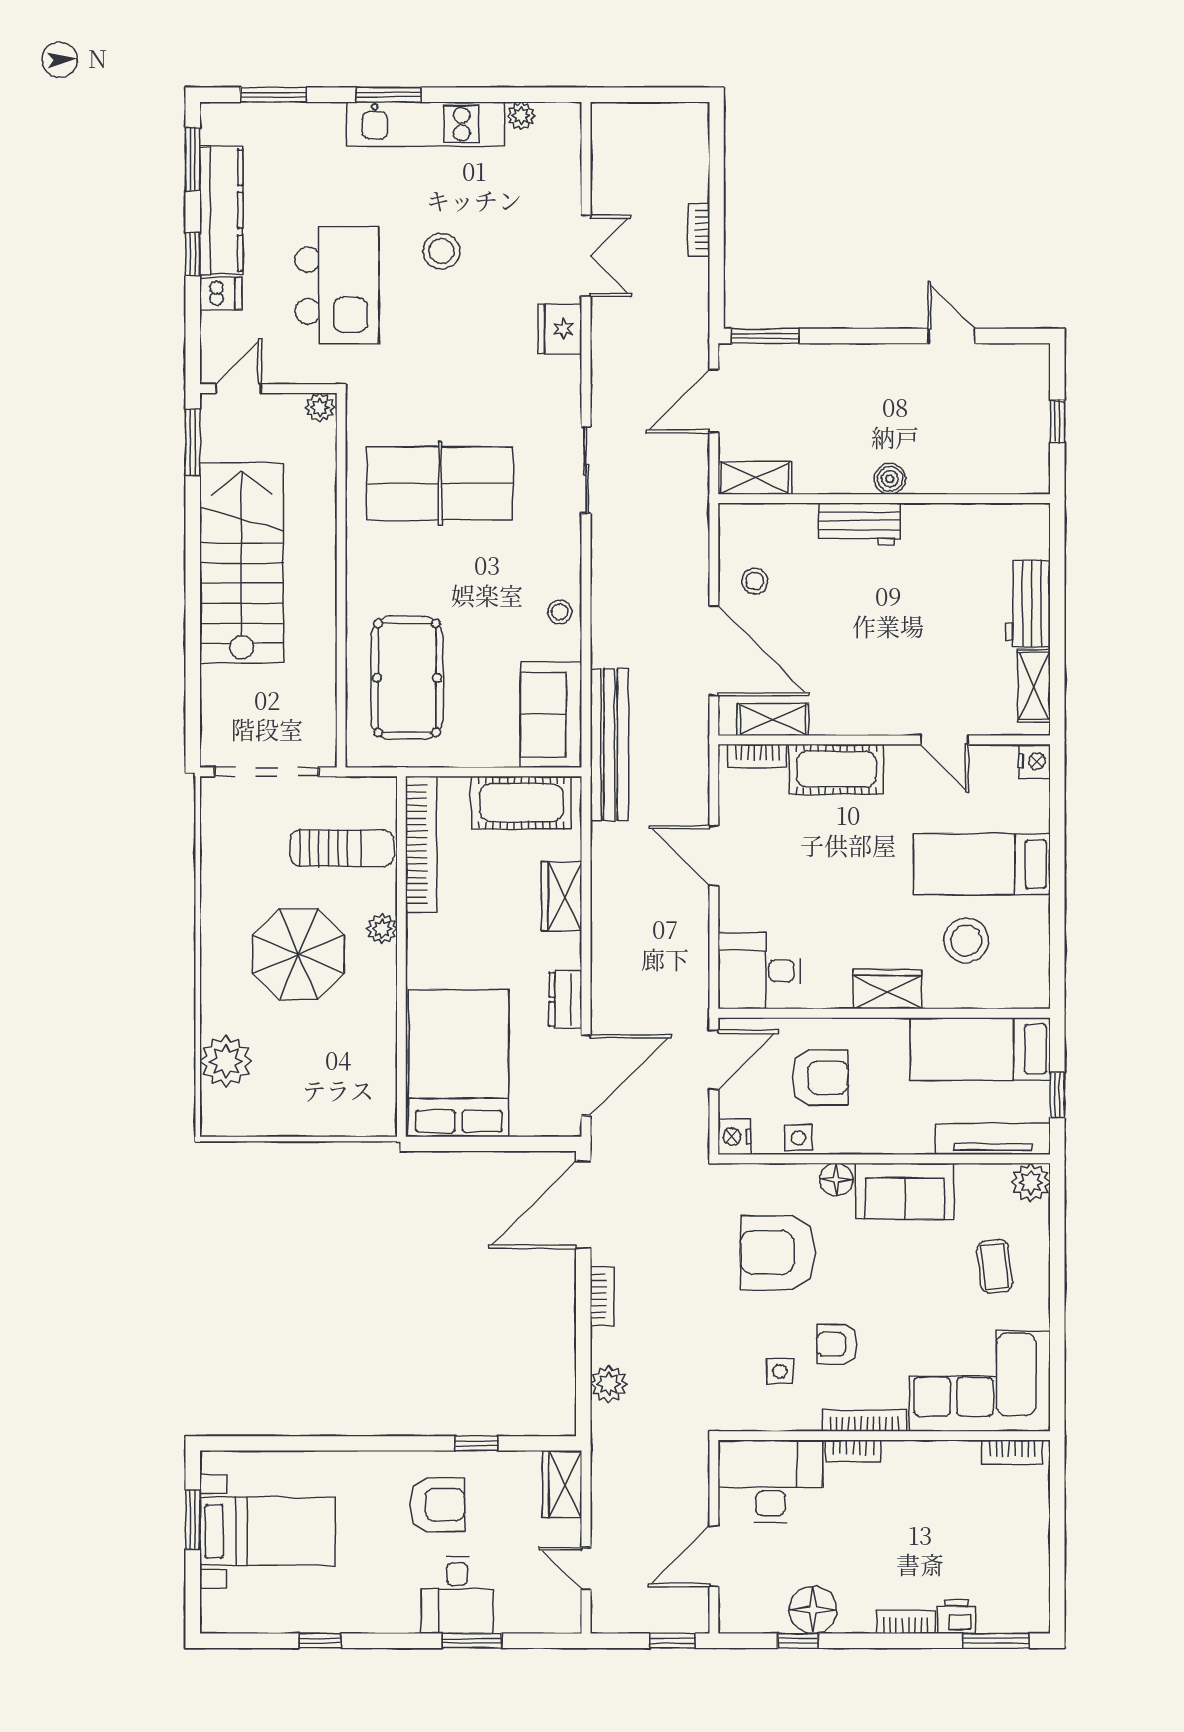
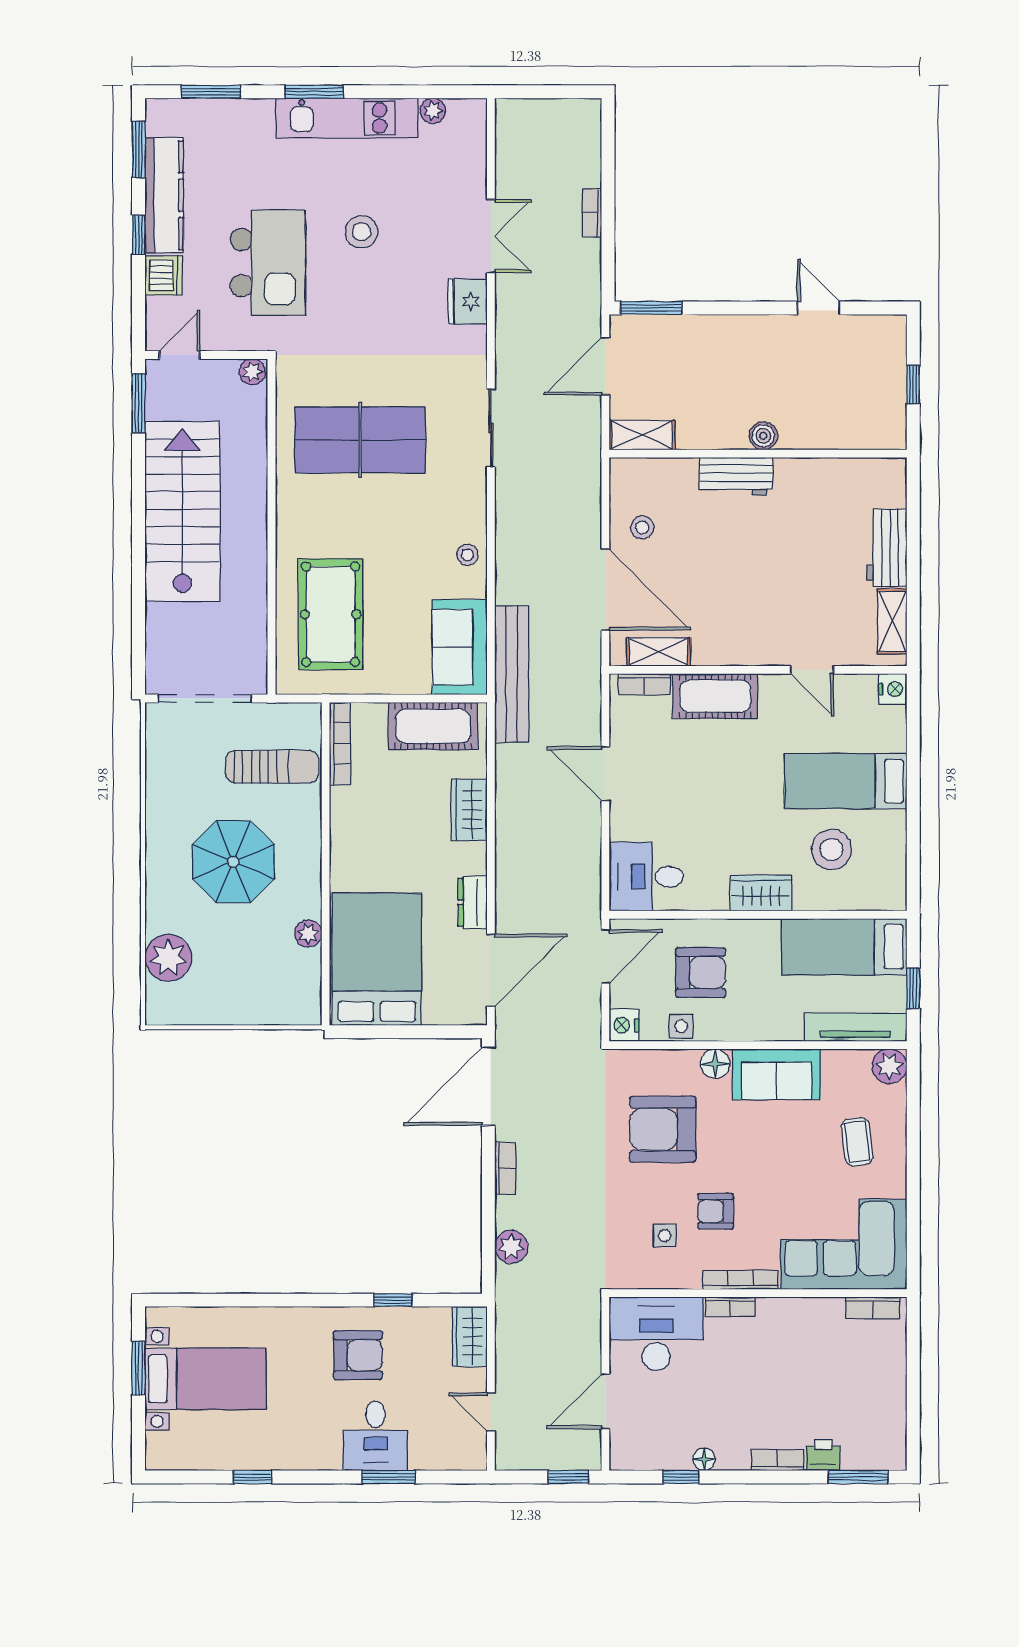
dishwasher: (221, 294) -> (164, 275), width x1.38
bookcase: (421, 844) -> (340, 744), width x0.68, depth x0.76
plant: (382, 929) -> (308, 934), moved
floor lamp: (813, 1610) -> (704, 1459), width x0.53, depth x0.53

